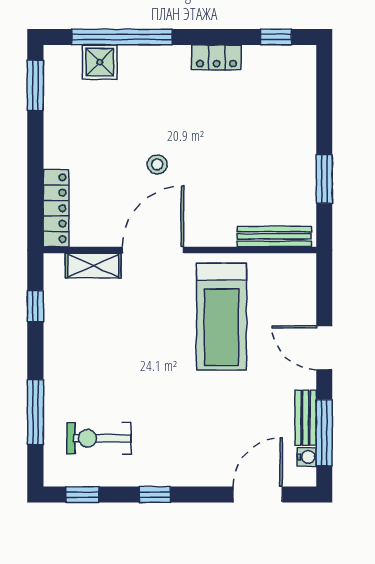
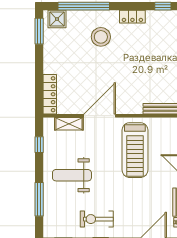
shower: (100, 62) -> (57, 19), moved
stool: (157, 164) -> (101, 37), moved, width x1.89, depth x1.89
weight bench: (99, 366) -> (72, 175), added
exercise bike: (99, 438) -> (97, 219), moved

